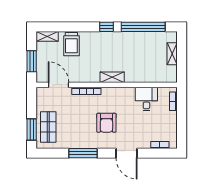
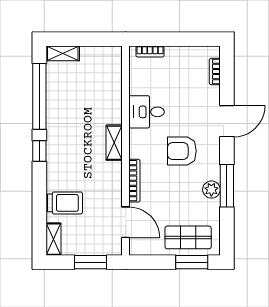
shelving: (172, 54) -> (63, 53), moved
door: (58, 85) -> (126, 222), swing flipped
desk: (146, 99) -> (147, 112), moved
armchair: (106, 123) -> (182, 151), turned 180
plant: (80, 143) -> (211, 190), added

